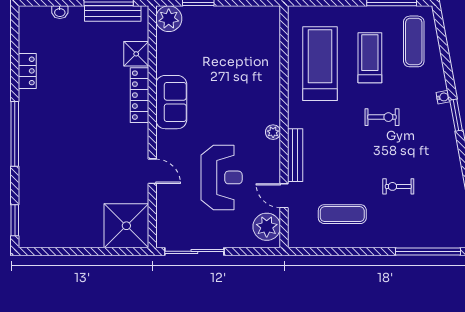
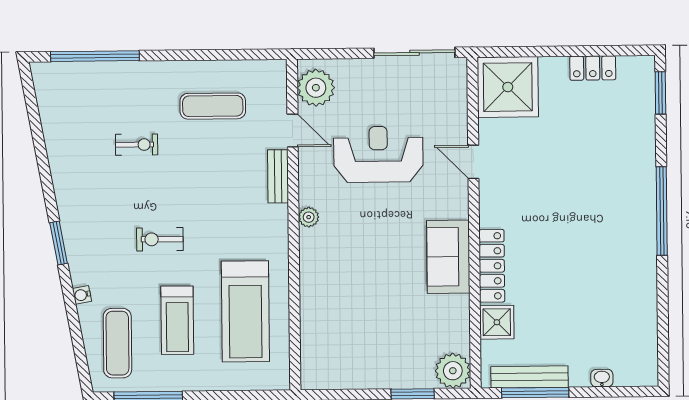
locker: (27, 71) -> (593, 68), moved, turned -90
water cooler: (443, 97) -> (82, 295), moved
bench: (295, 155) -> (278, 176), width x0.73
reception desk: (222, 177) -> (378, 154), turned 90

